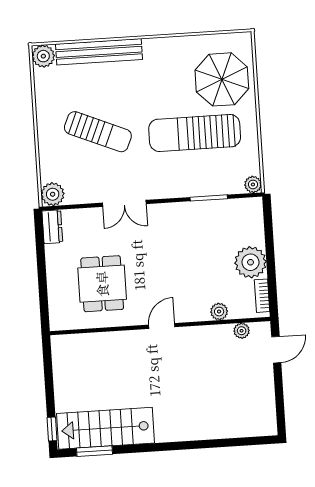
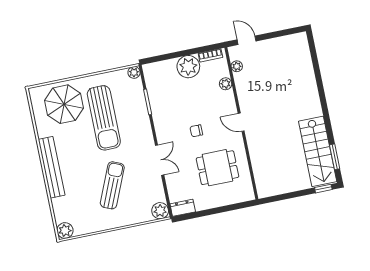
bench: (99, 52) -> (52, 167), moved
chair: (158, 261) -> (196, 131), added

